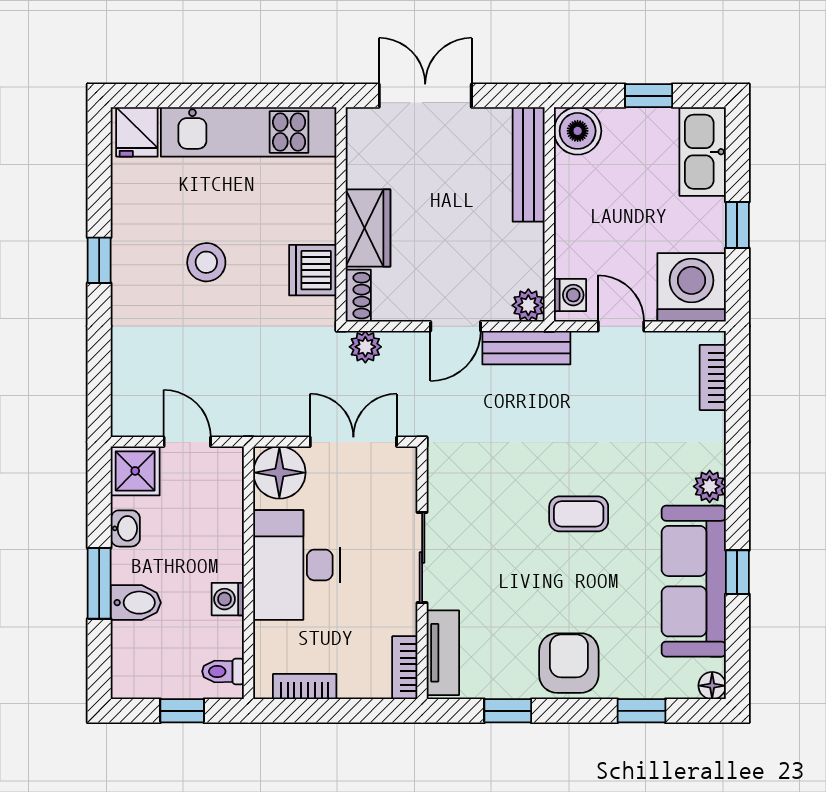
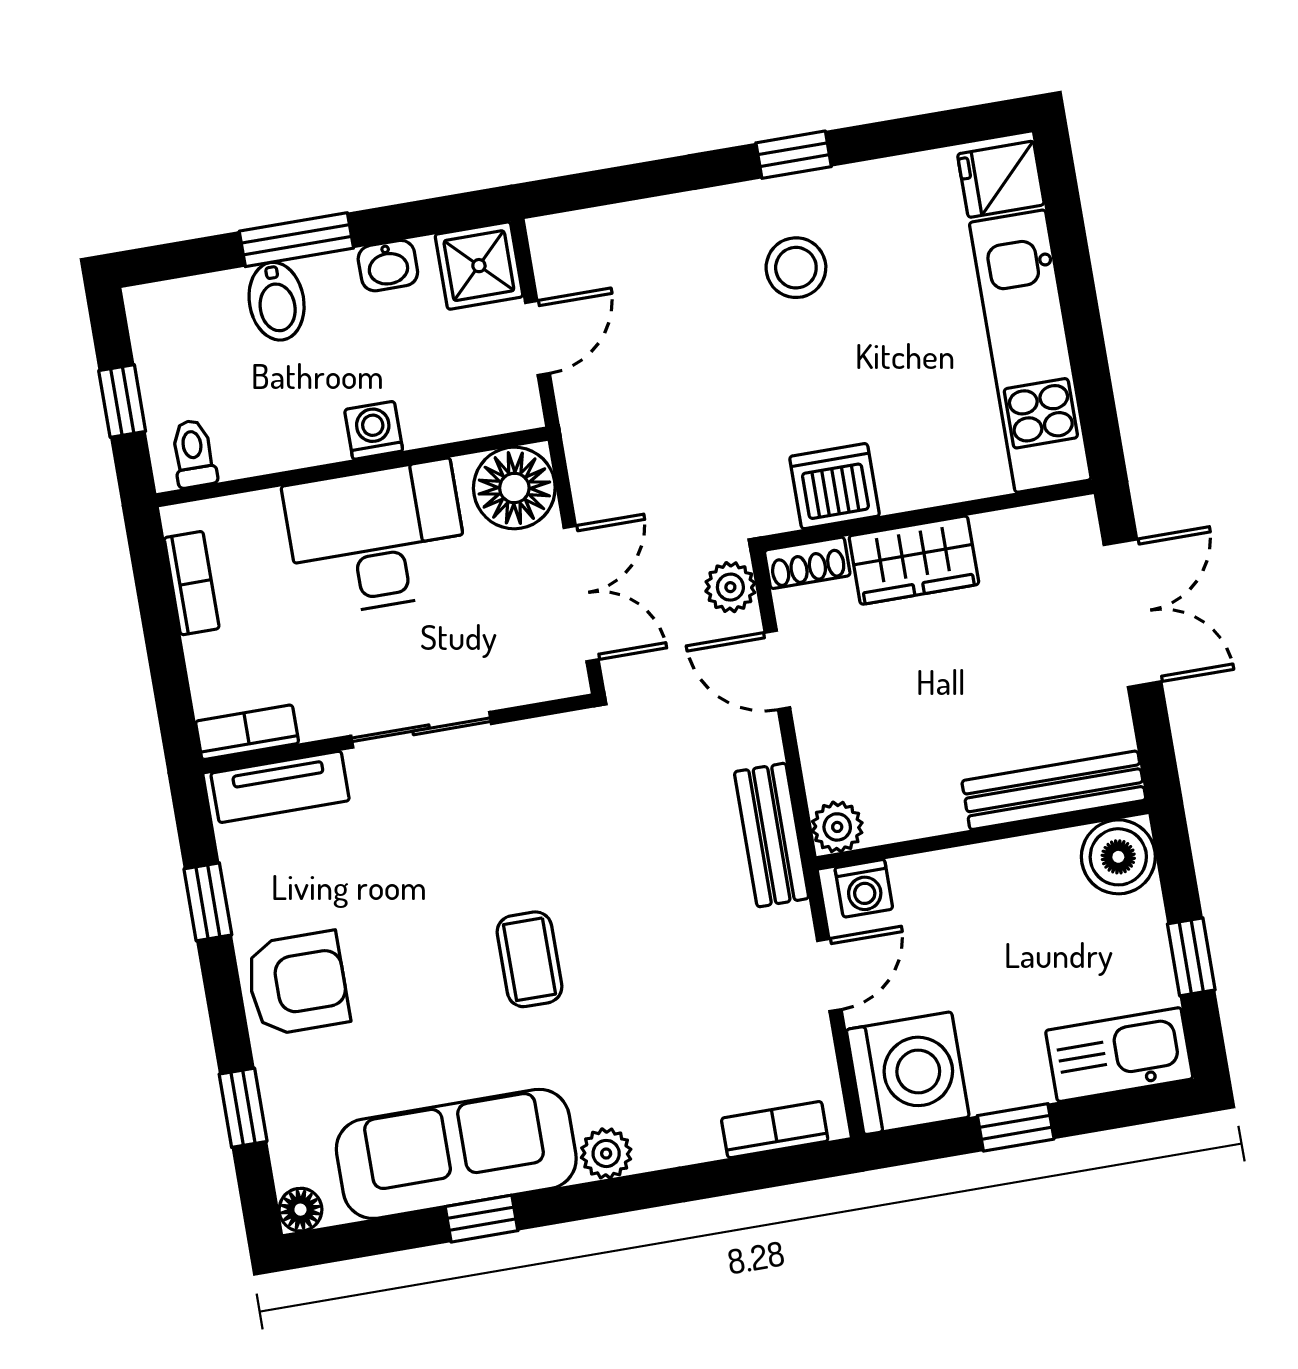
stool: (206, 262) -> (796, 268), moved
door: (456, 326) -> (777, 670), moved
washing machine: (228, 599) -> (374, 430), moved

